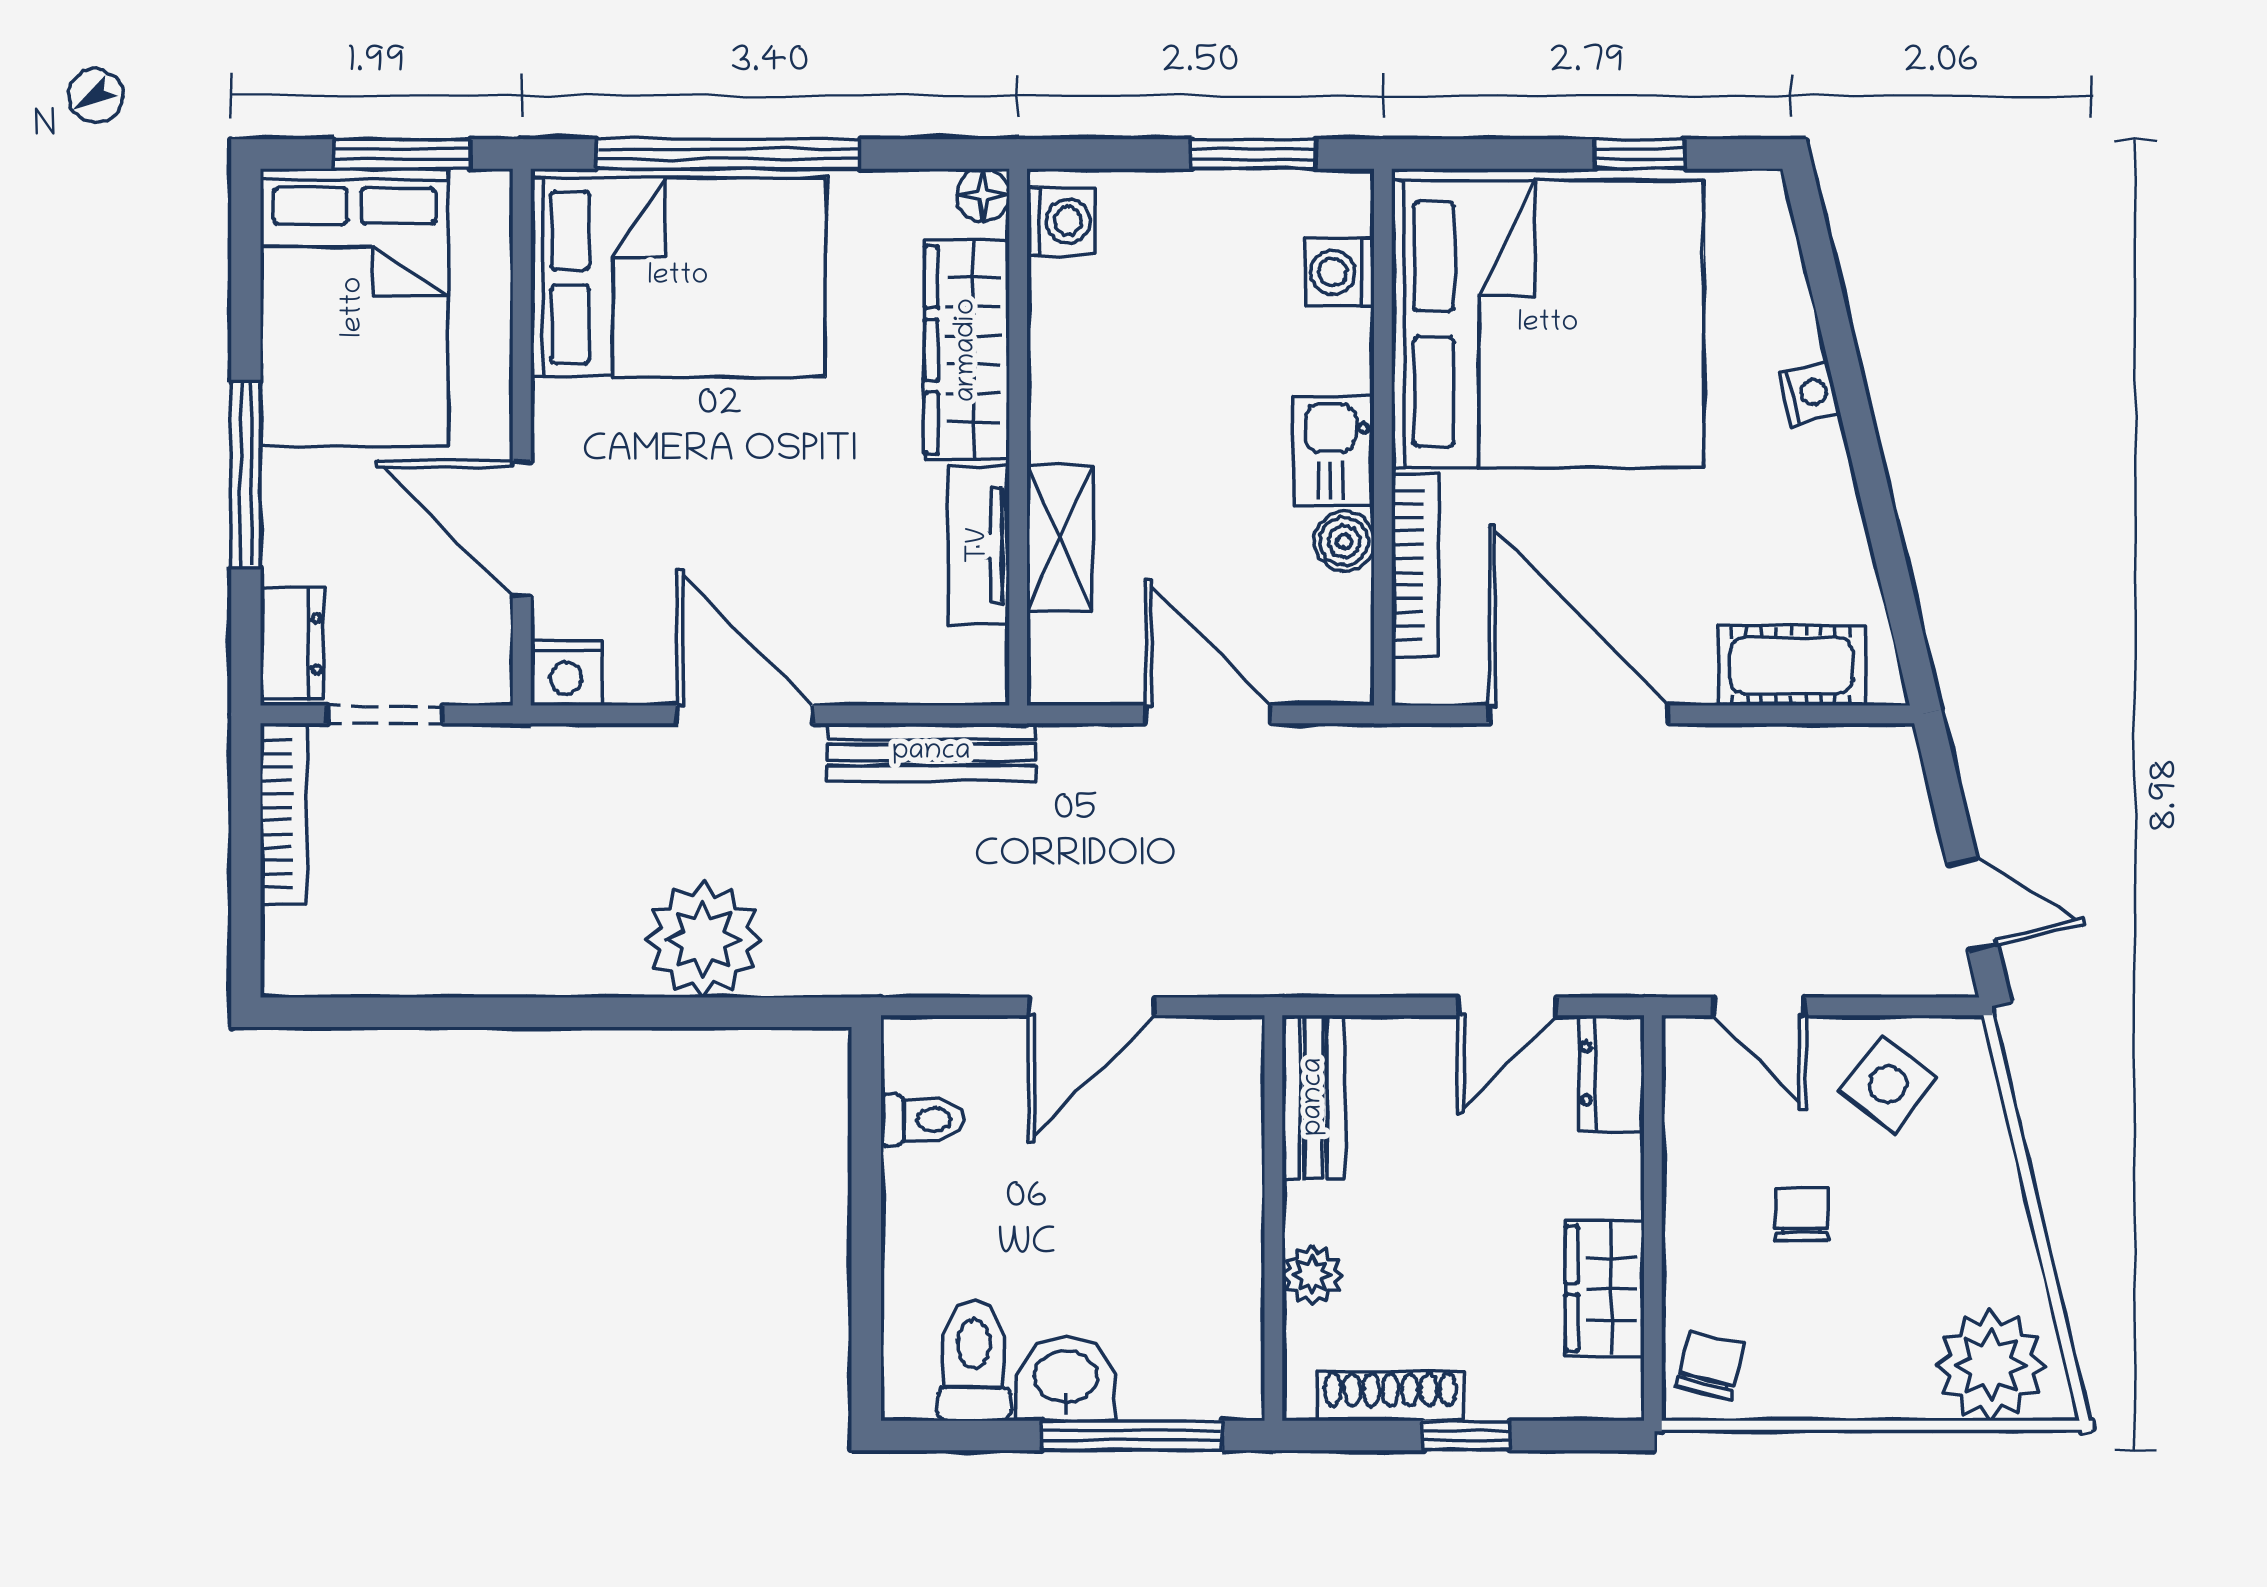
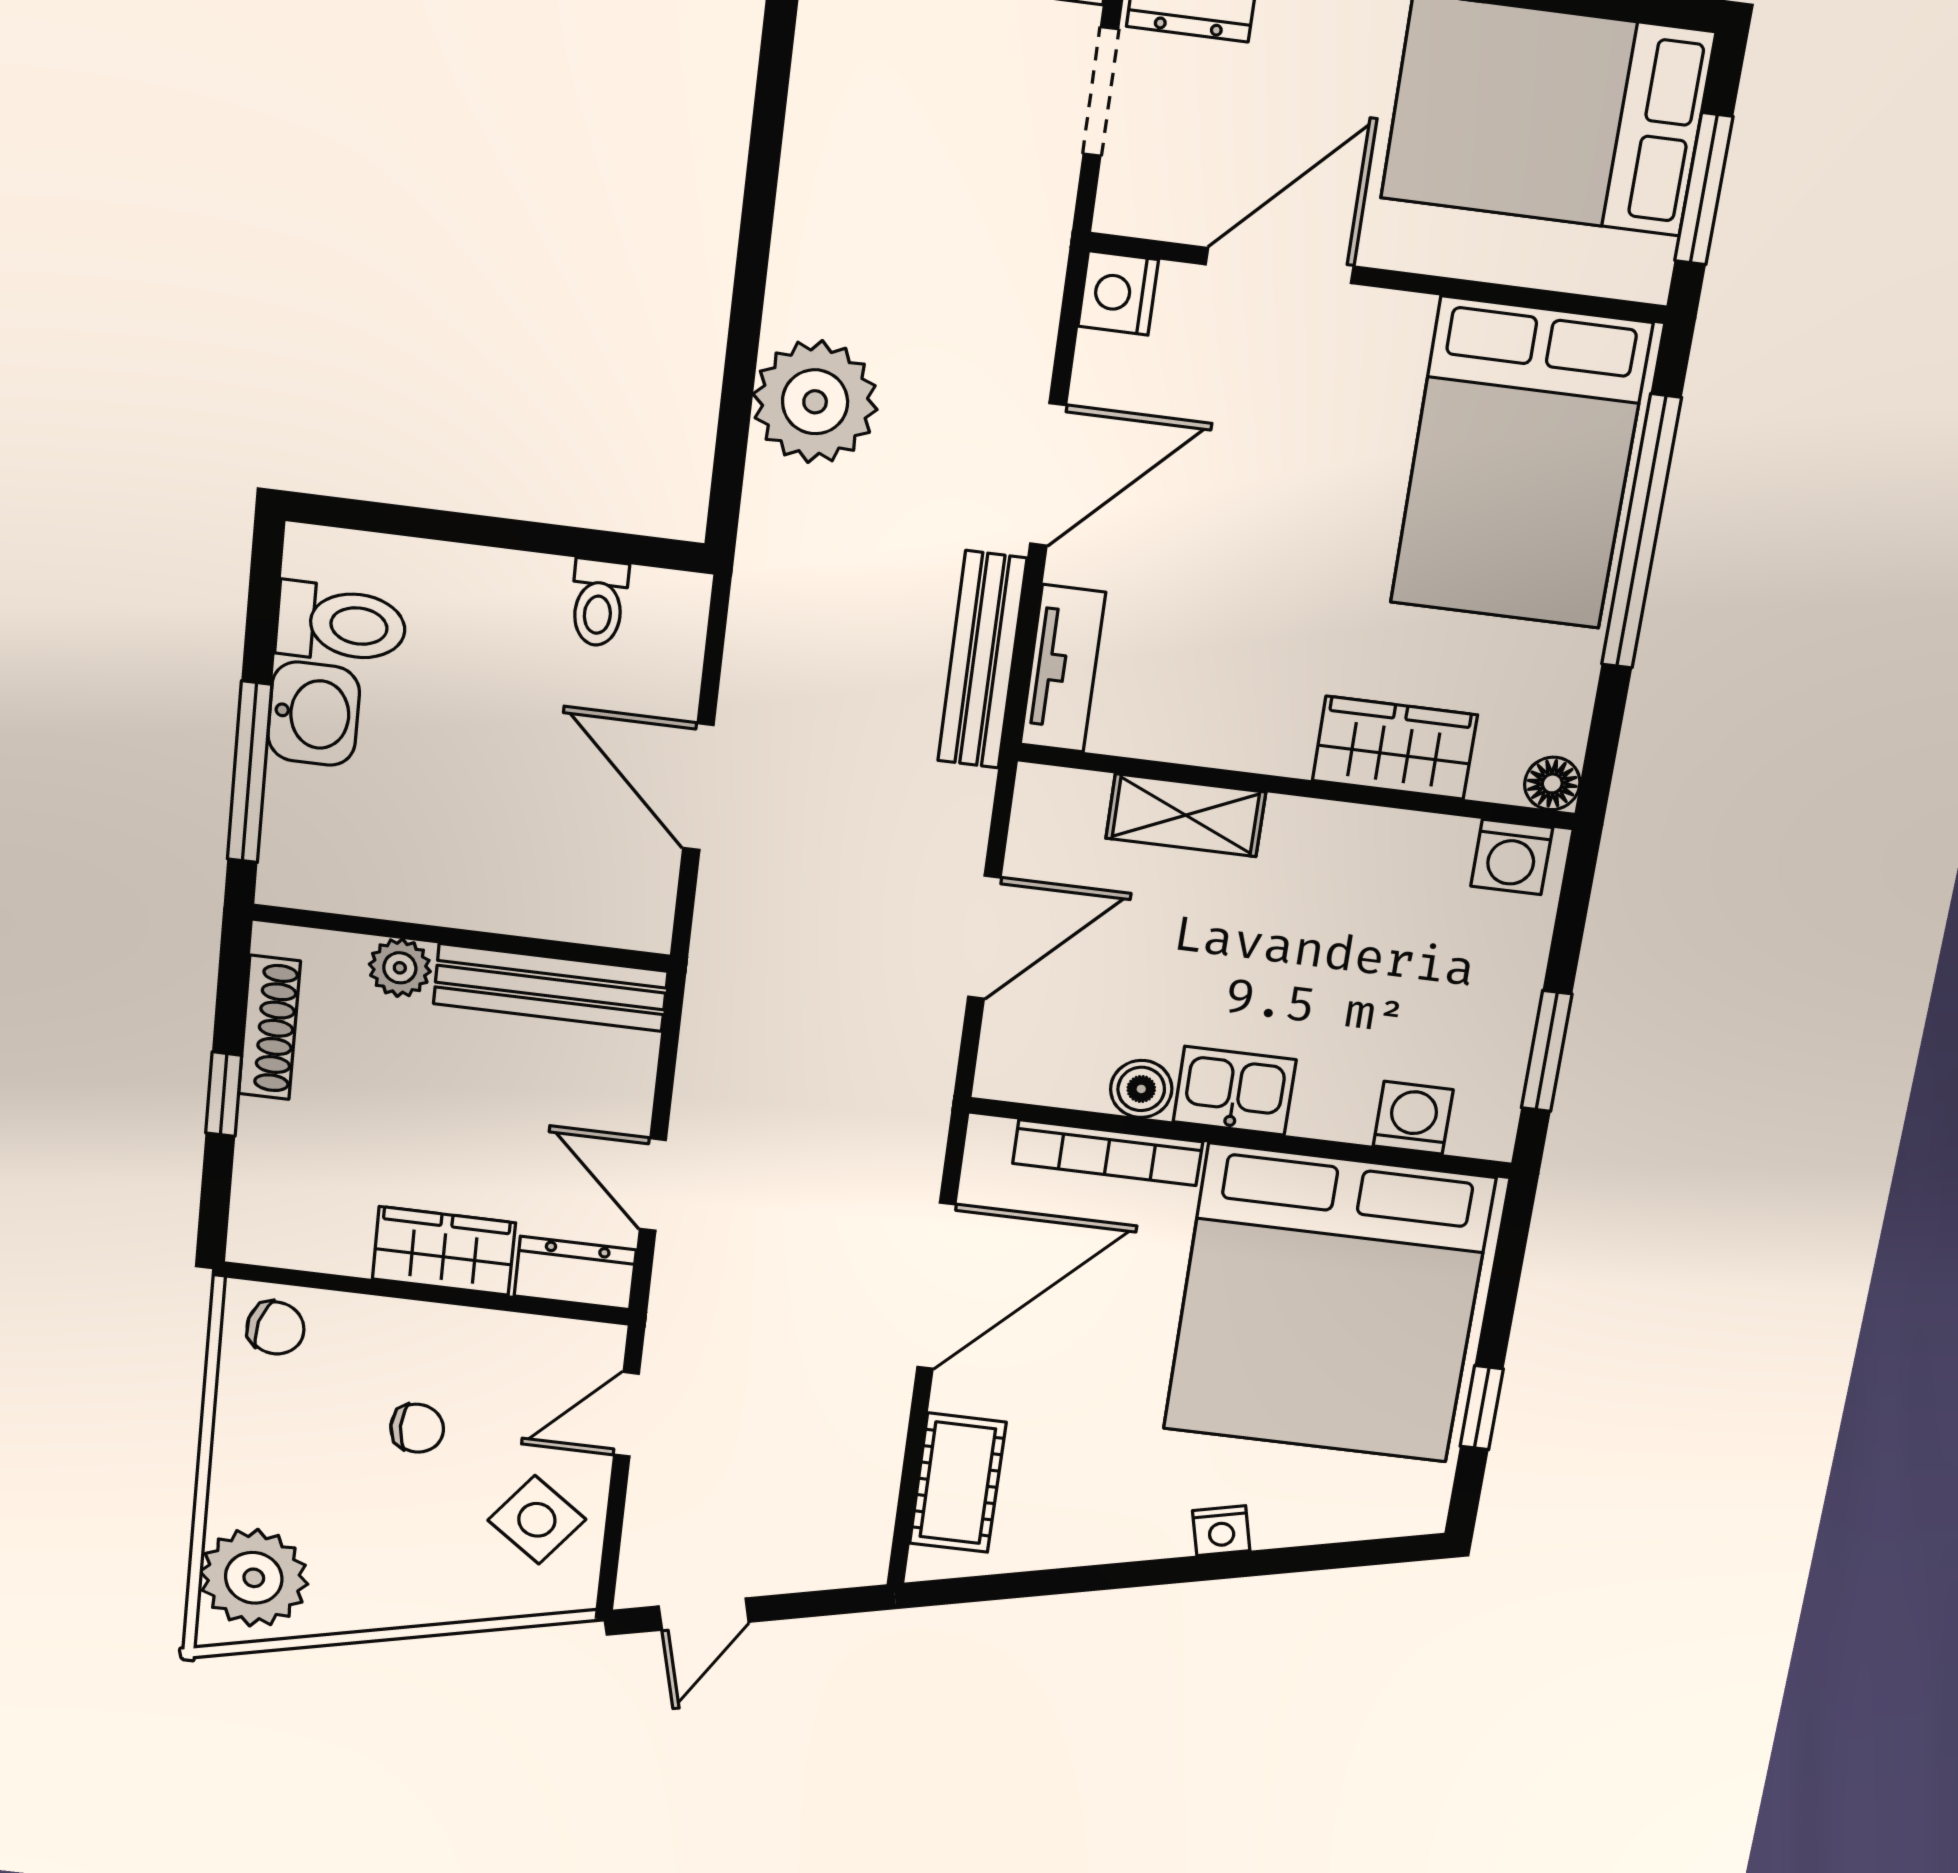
wardrobe: (967, 350) -> (1395, 748), width x0.67
tv unit: (979, 545) -> (1063, 669), moved, turned 90
bench: (1314, 1097) -> (551, 988), width x1.36
wardrobe: (1605, 1289) -> (444, 1251), moved

